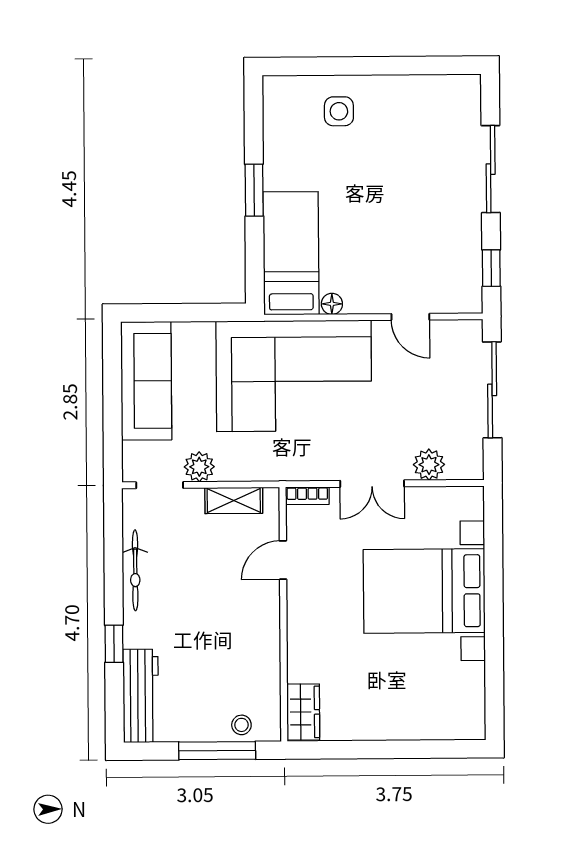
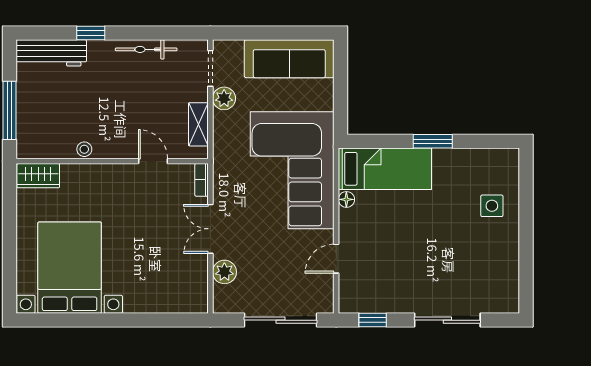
bed with nightstands: (424, 591) -> (70, 268), moved
stool: (241, 725) -> (84, 149), moved

